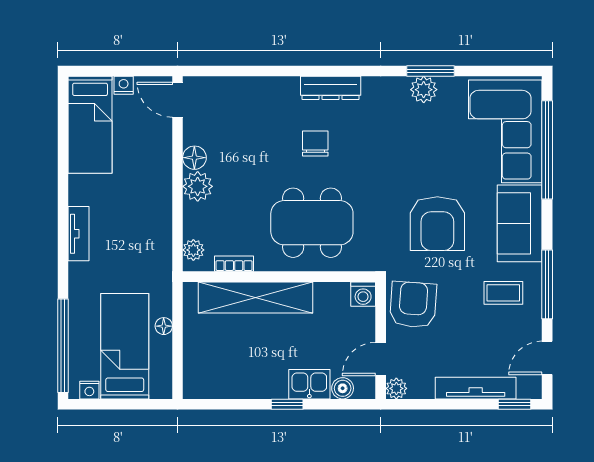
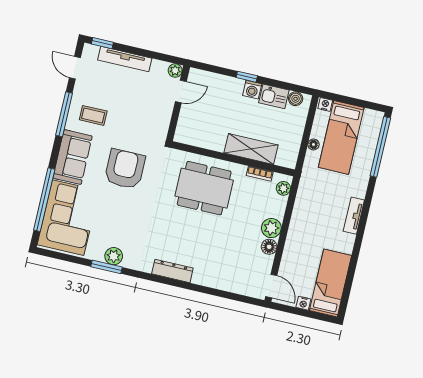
chair: (315, 144) -> (190, 238), removed
washing machine: (363, 294) -> (252, 90), moved, turned 180
shelving: (255, 297) -> (251, 149), width x0.68
armchair: (413, 305) -> (152, 121), removed
door: (547, 358) -> (75, 68), swing flipped
kitchen sink: (309, 384) -> (274, 96), moved
boiler: (343, 388) -> (296, 99), moved
nightstand: (89, 390) -> (325, 104), moved

